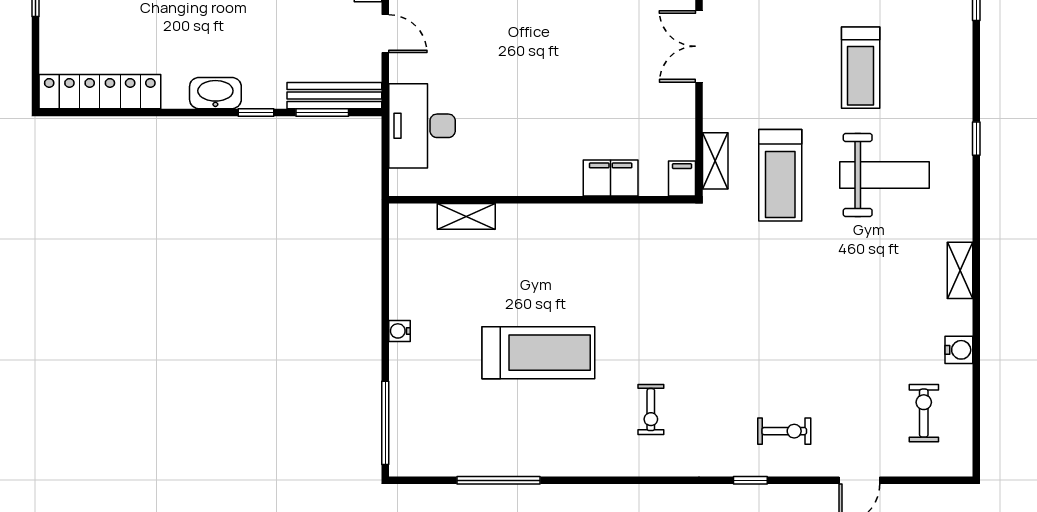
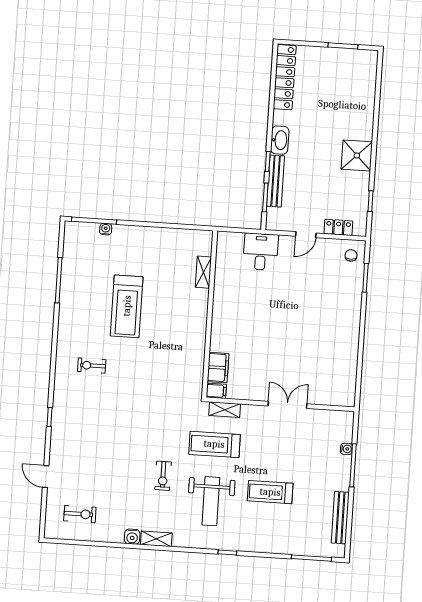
bench: (334, 96) -> (276, 181), moved
desk: (422, 126) -> (261, 252), width x0.73
filing cabinet: (611, 178) -> (218, 368), moved
water cooler: (399, 331) -> (106, 229), moved
water cooler: (959, 350) -> (132, 537), moved
exercise bike: (784, 431) -> (163, 476), moved

